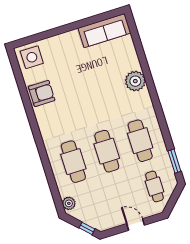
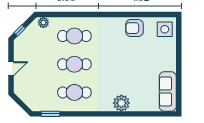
armchair: (42, 93) -> (134, 28), turned 90
cafe table: (155, 186) -> (36, 92), removed

